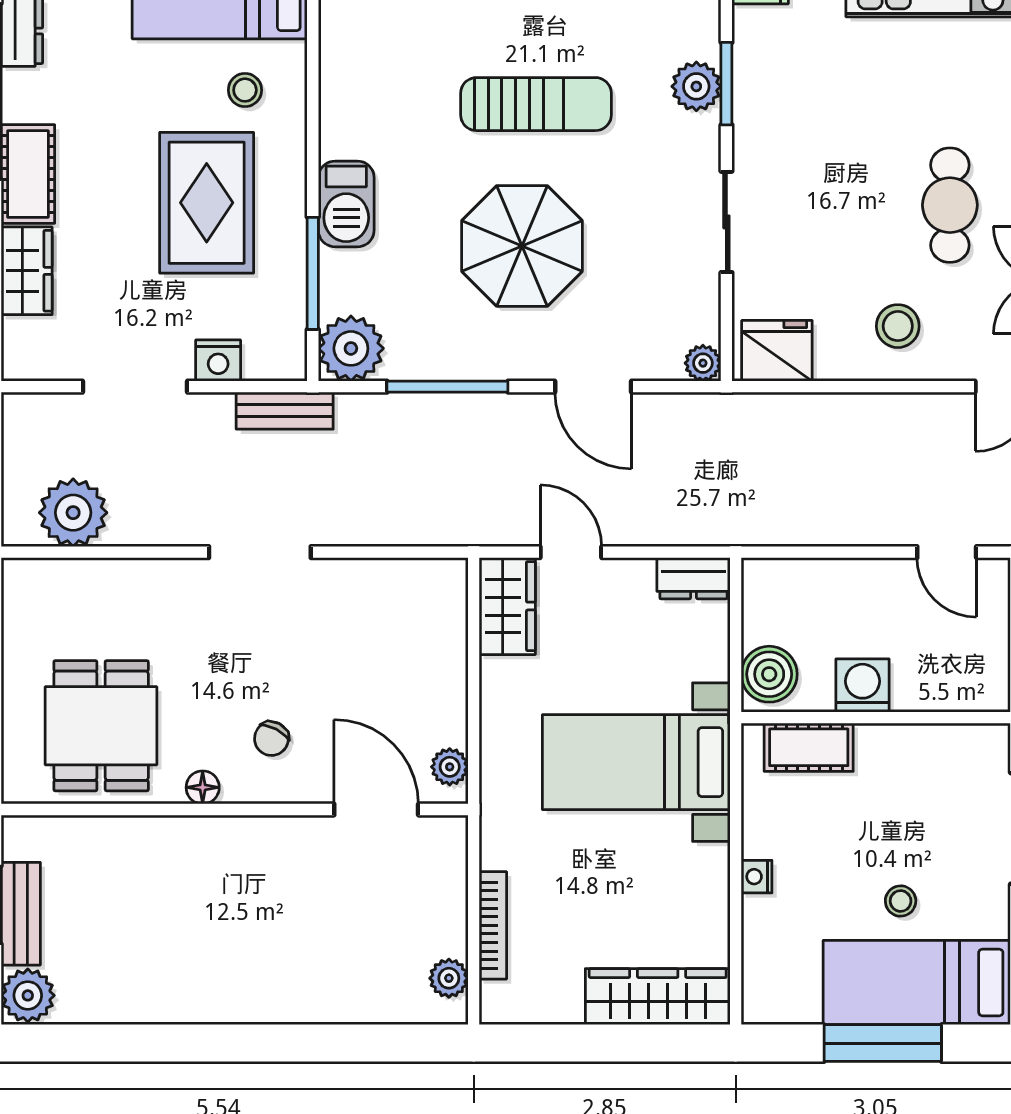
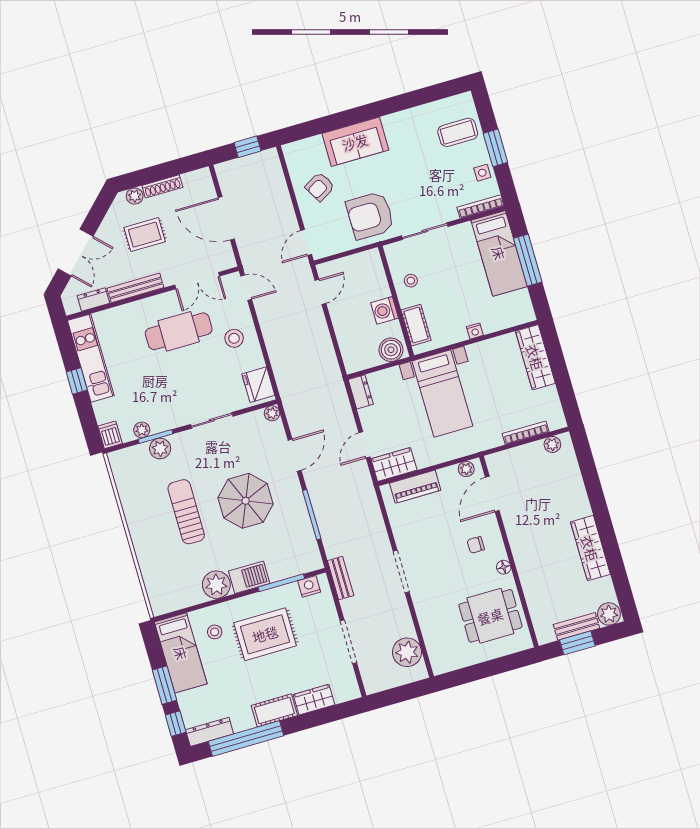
plant: (751, 57) -> (142, 430), added
cafe table: (950, 205) -> (179, 331), width x1.37, depth x1.35
plant: (351, 348) -> (216, 585), moved
nightstand: (218, 361) -> (309, 586), moved, turned -90
piano: (443, 639) -> (415, 487), added
chair: (271, 739) -> (476, 545), turned 152
stool: (901, 901) -> (411, 281), moved
wardrobe: (189, 997) -> (590, 548), added

